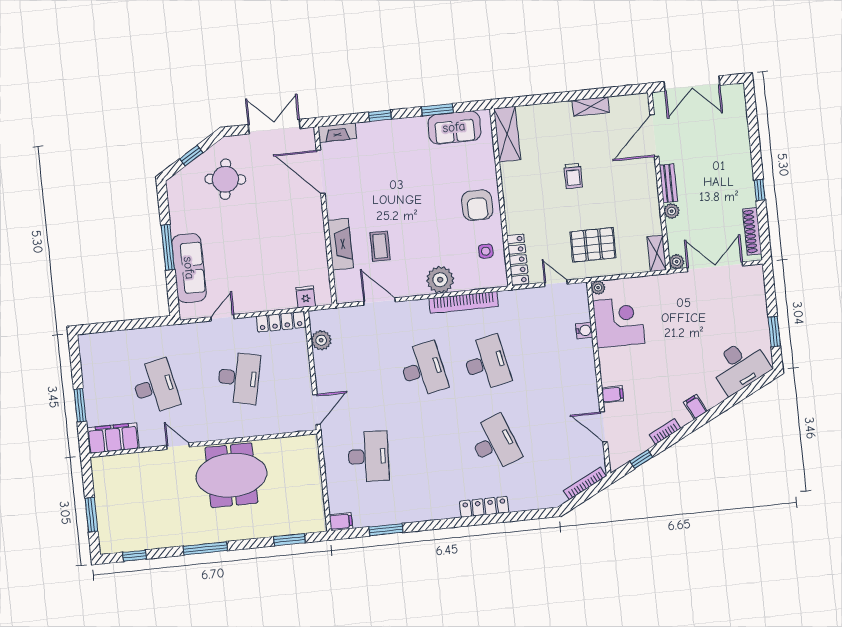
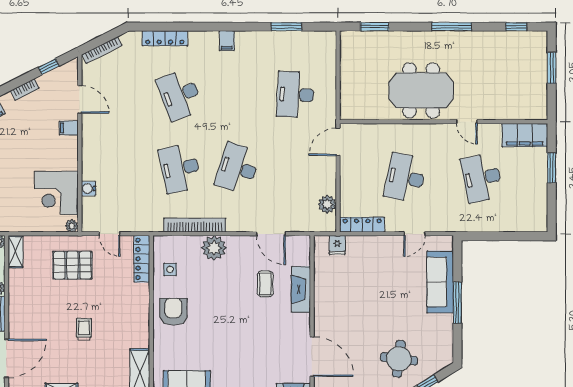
desk: (423, 369) -> (238, 168), turned 30
locker: (484, 507) -> (165, 38), moved
filing cabinet: (341, 522) -> (227, 41), moved, turned -90

